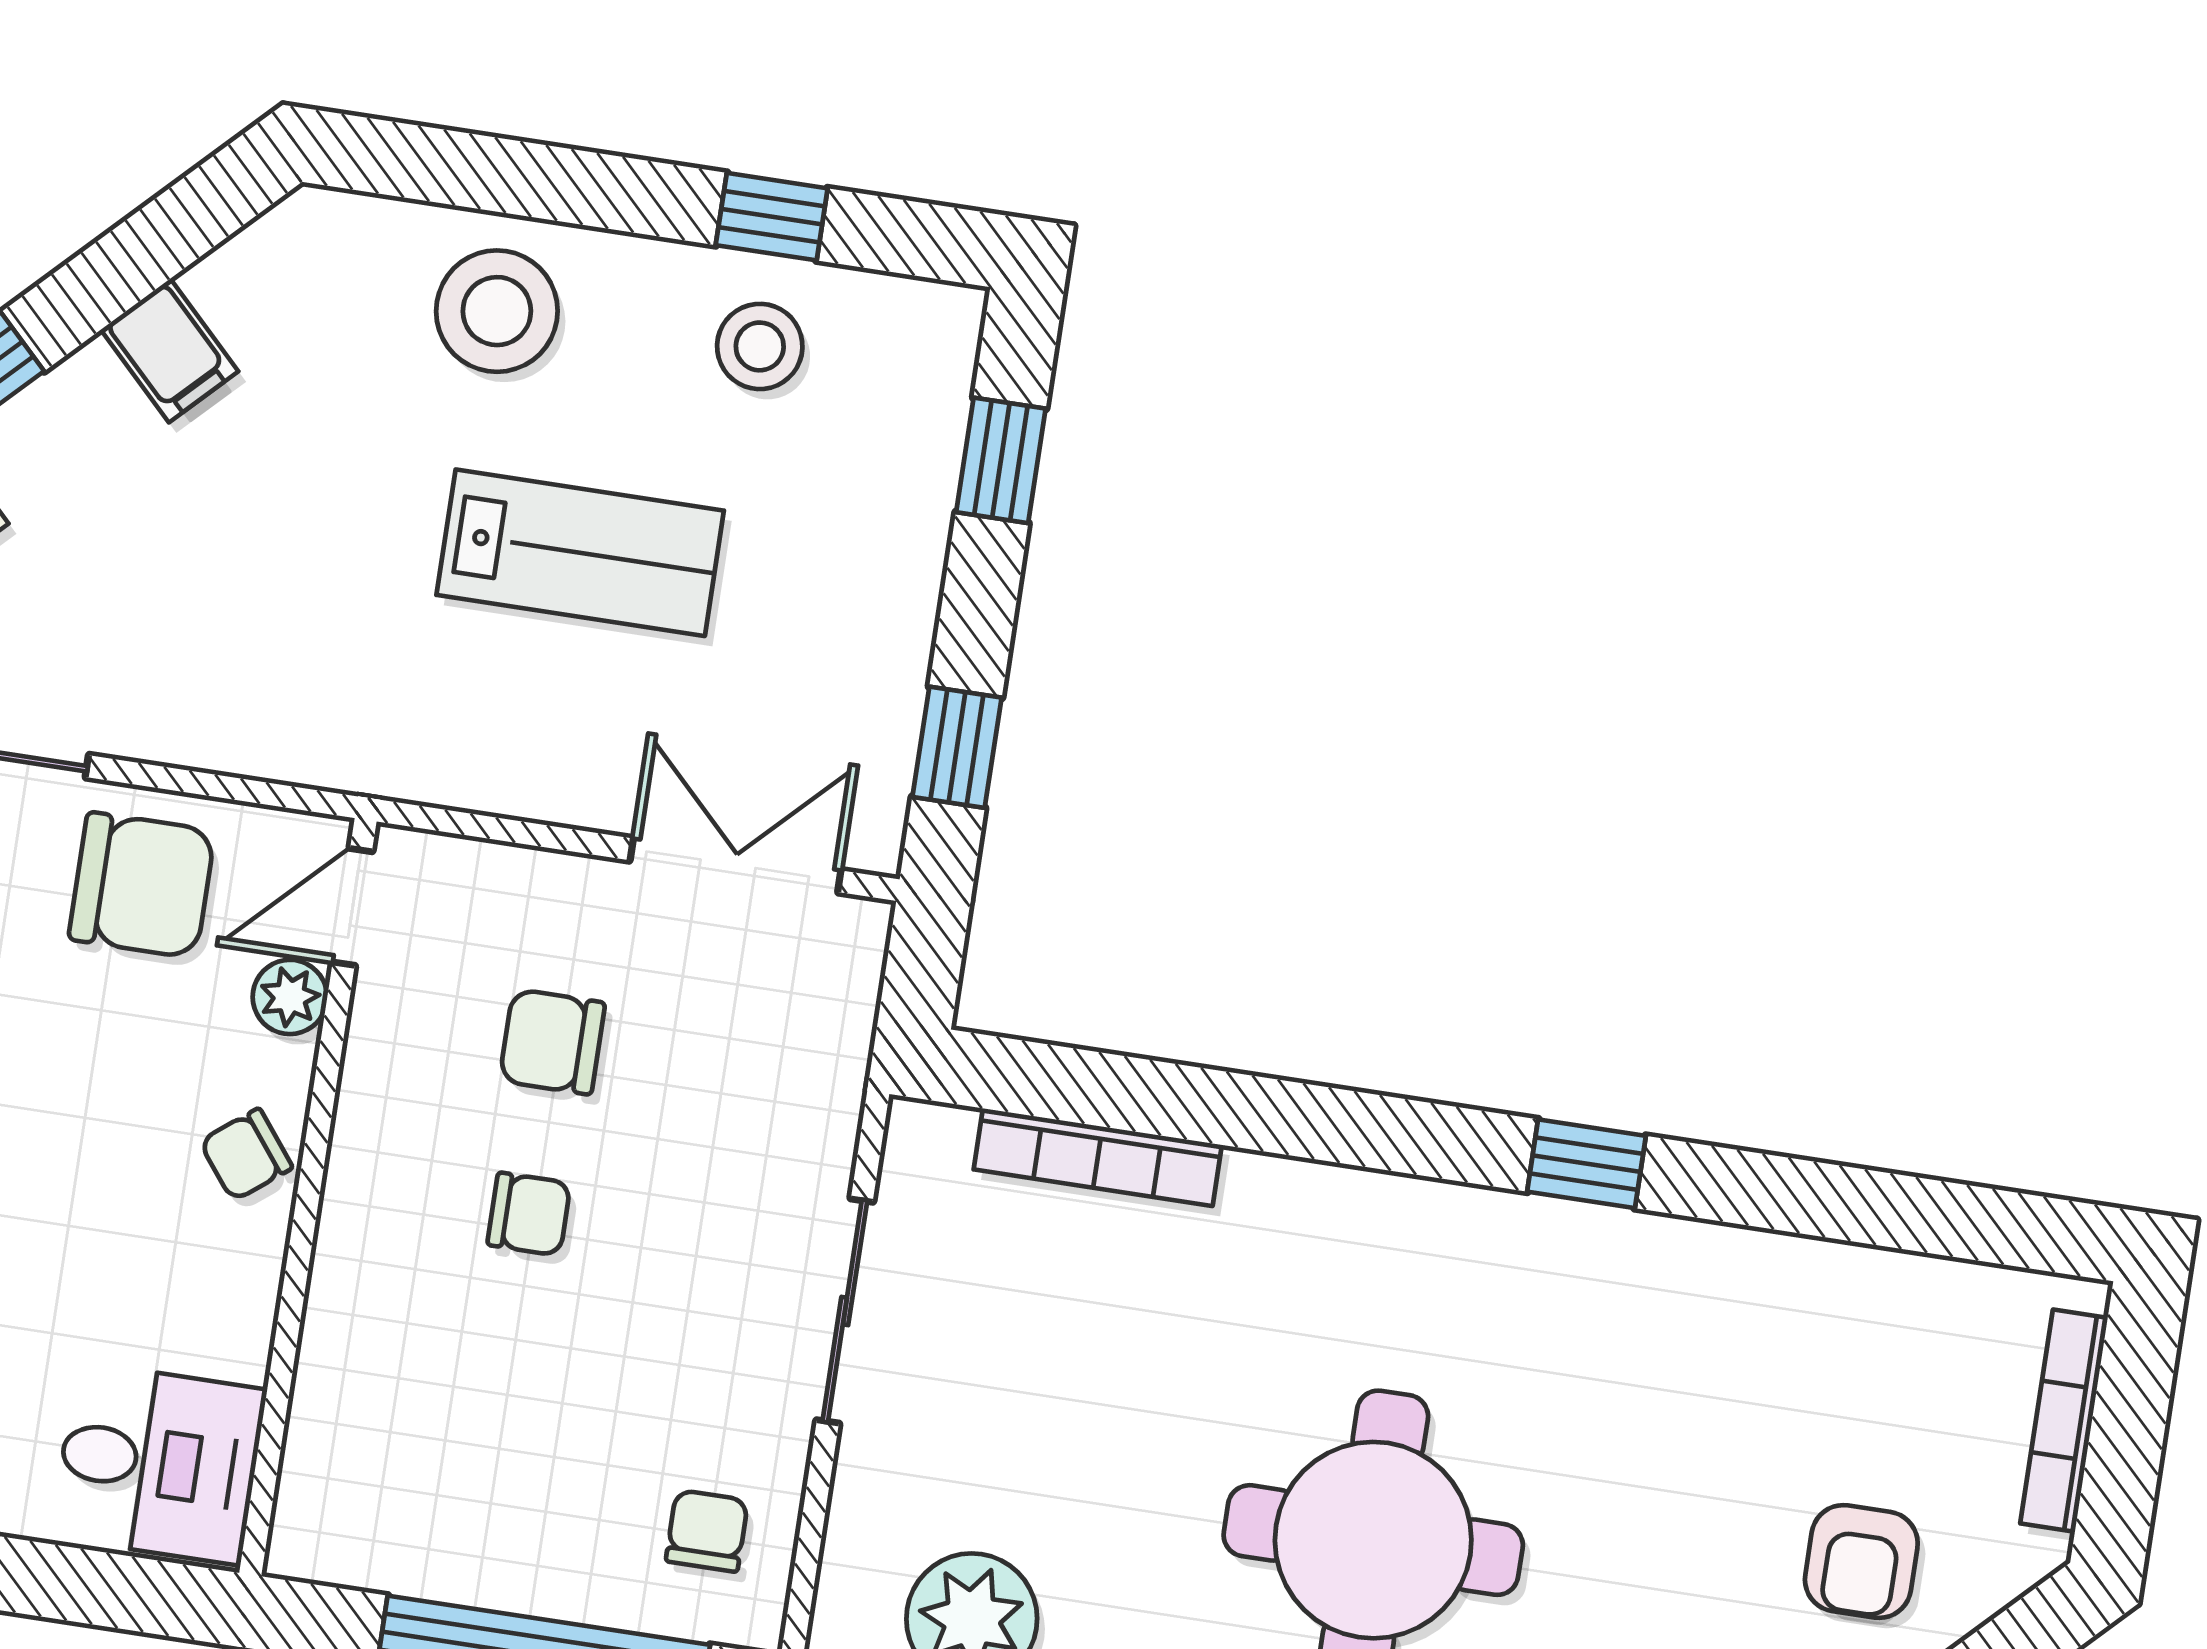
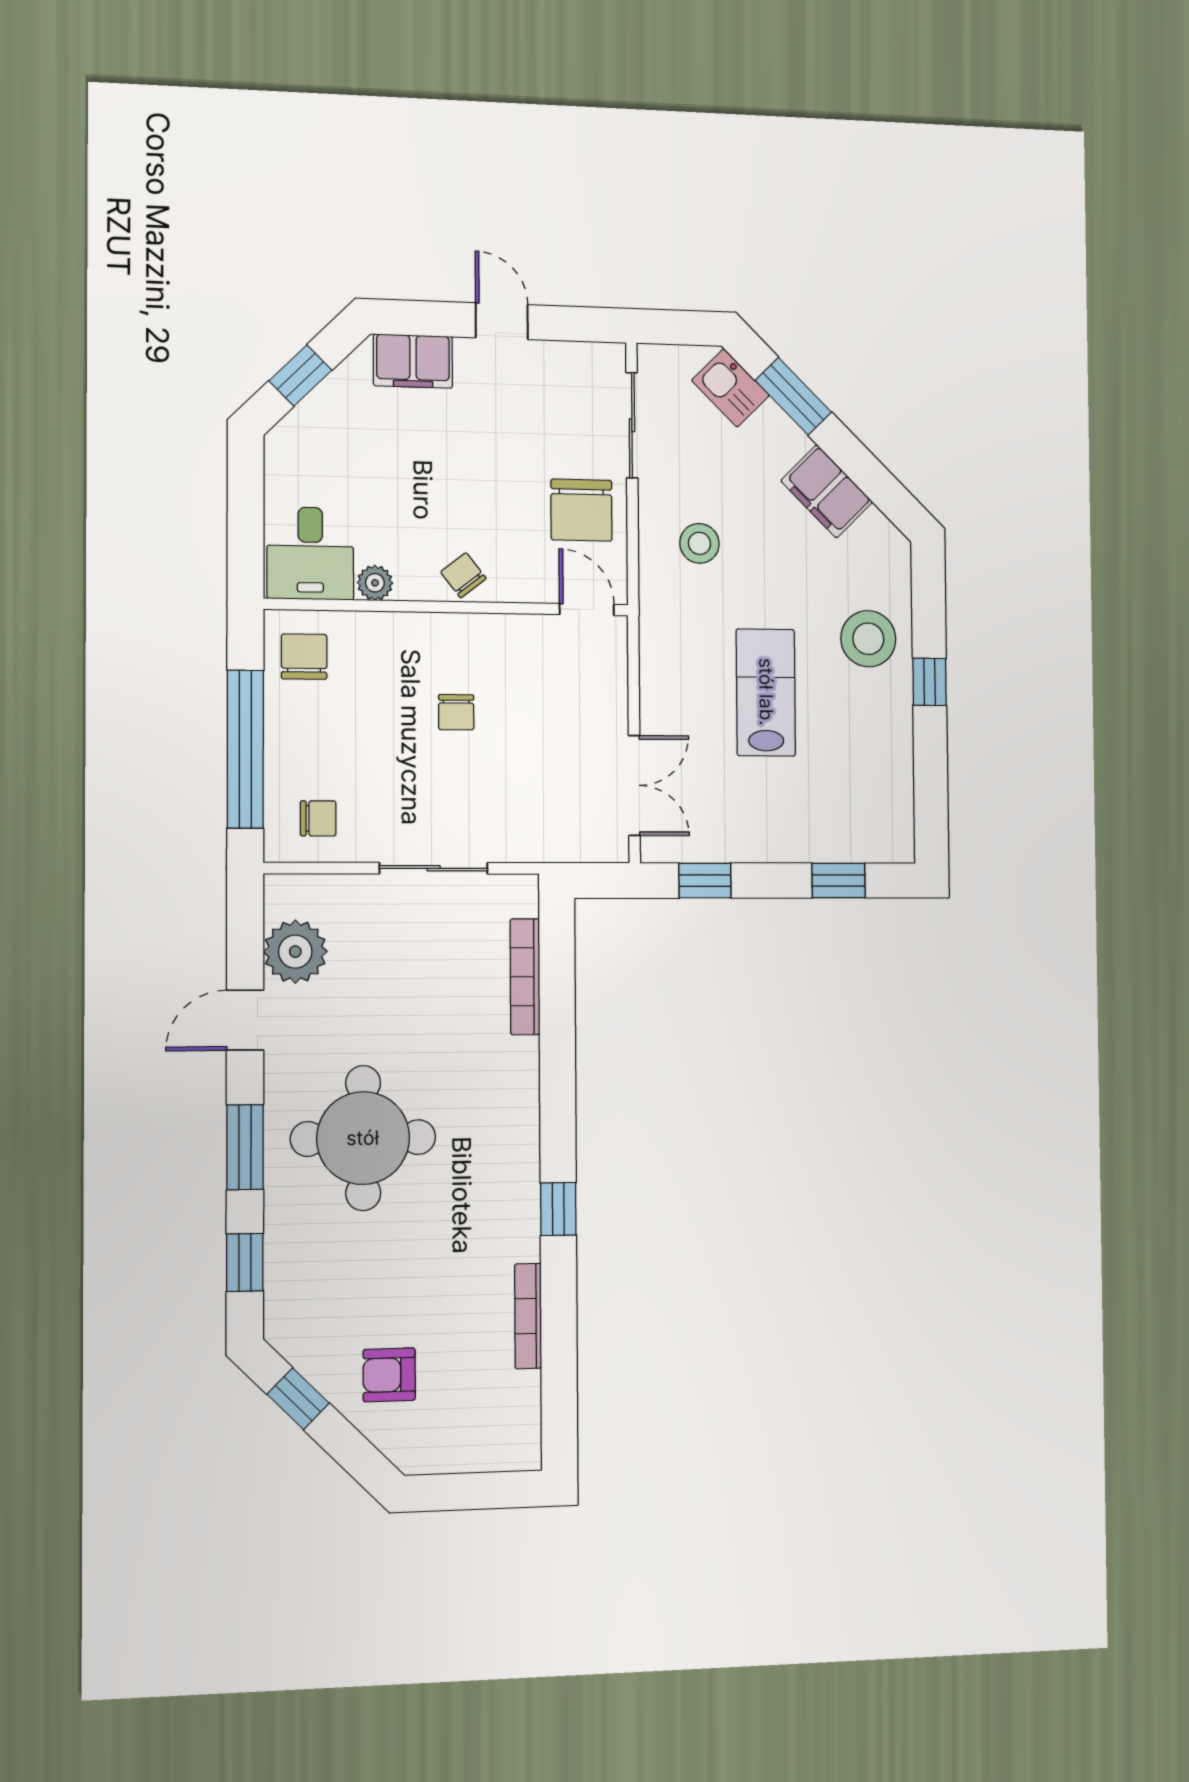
window: (772, 217) -> (930, 682), moved
stool: (760, 346) -> (699, 543), moved
filing cabinet: (169, 350) -> (827, 491), width x2.00
lab bench: (580, 553) -> (766, 692), turned 180
plant: (290, 997) -> (375, 583), moved
chair: (552, 1042) -> (304, 657), moved
bookcase: (2064, 1421) -> (528, 1316), moved, turned -90

